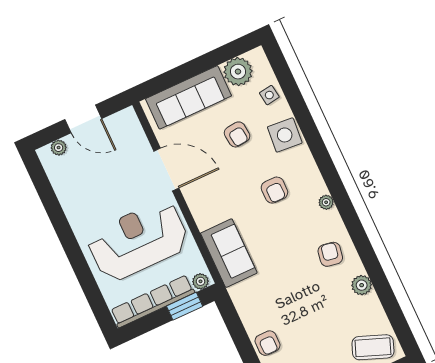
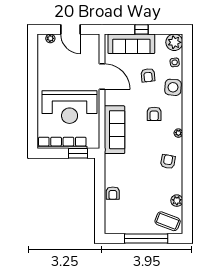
window: (194, 68) -> (141, 29), added
plant: (238, 72) -> (174, 42), moved
reception desk: (138, 241) -> (70, 107), turned 180
sofa: (229, 253) -> (114, 130), width x1.36
plant: (200, 281) -> (93, 144), removed
plant: (362, 285) -> (177, 201), moved

